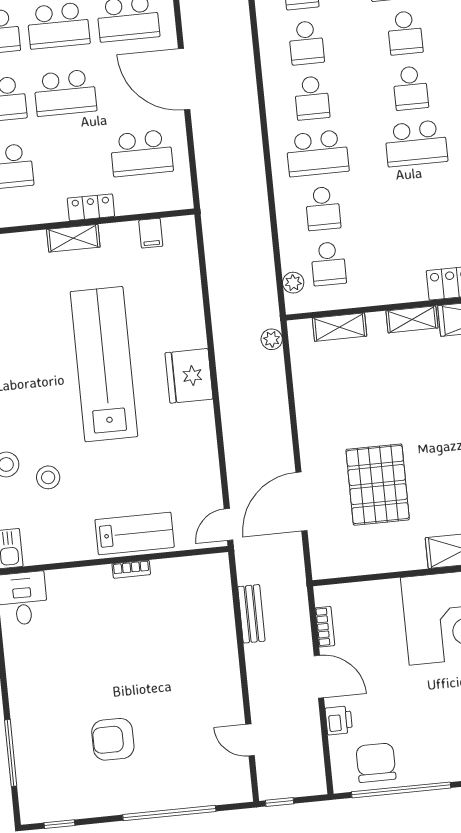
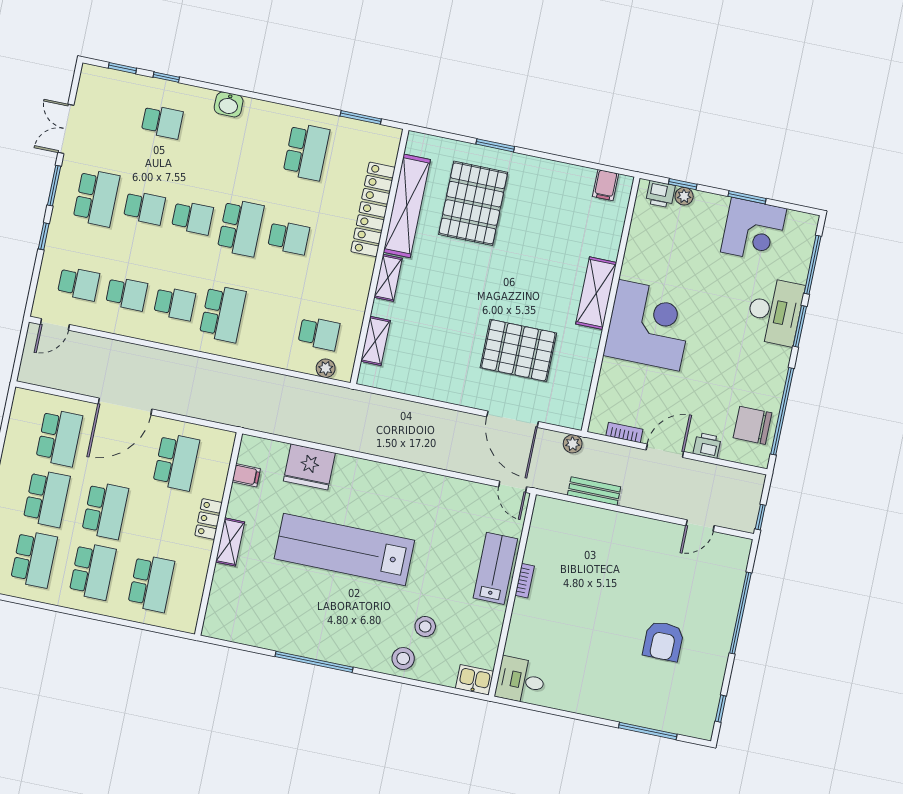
school desk: (323, 208) -> (289, 238), moved
plant: (272, 339) -> (573, 444), moved
fridge: (189, 376) -> (309, 467), moved

